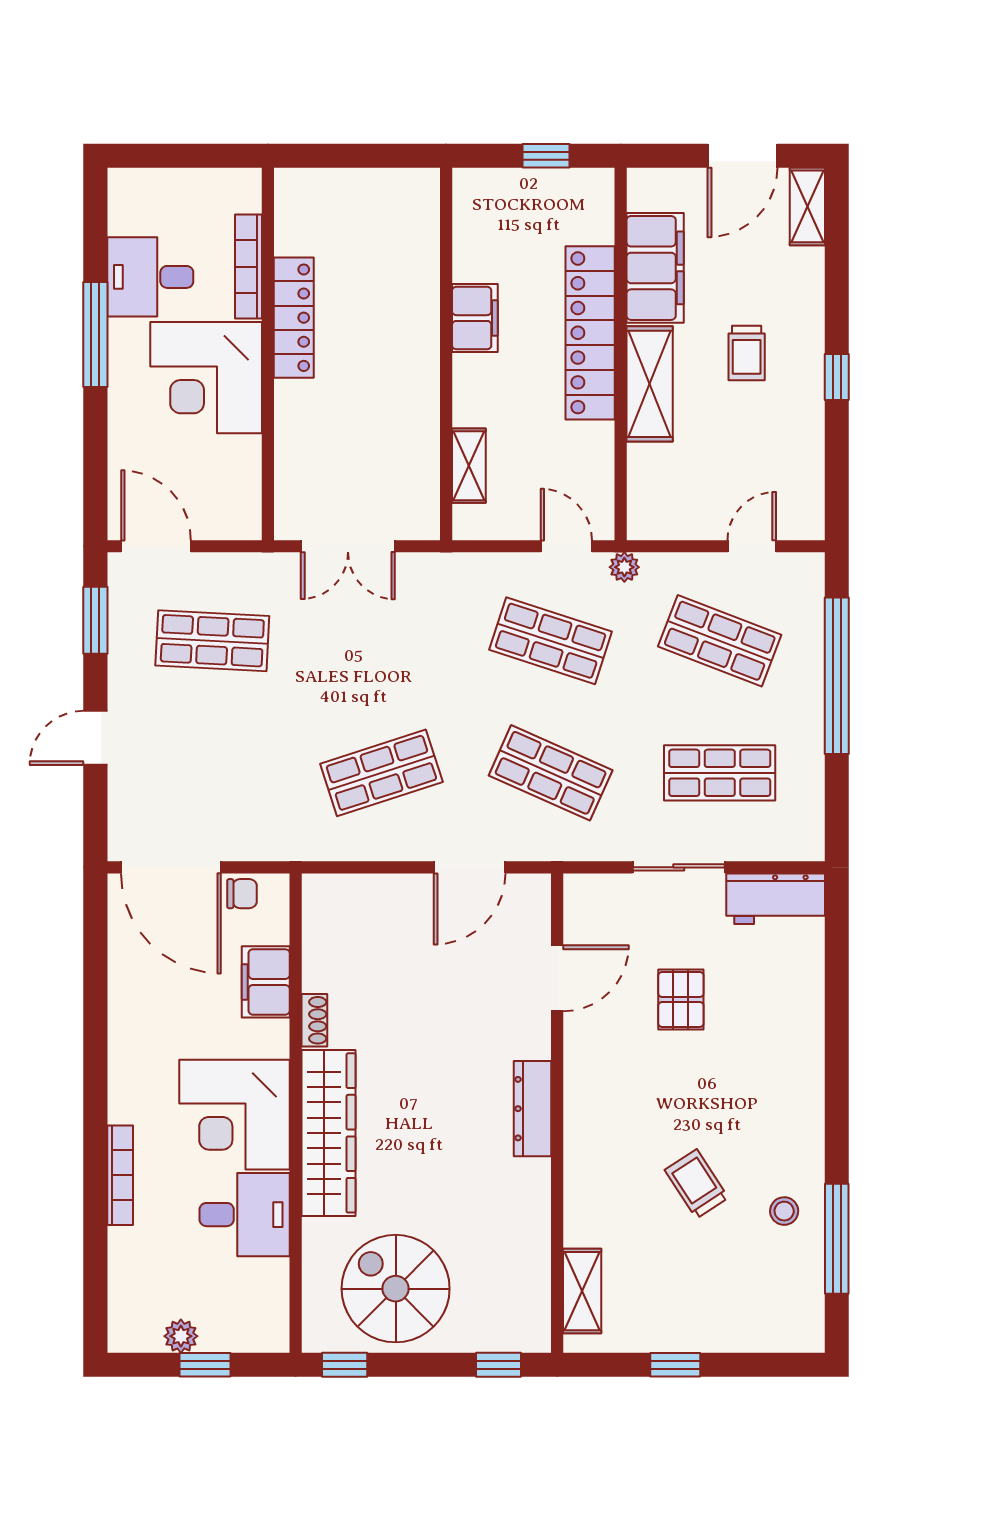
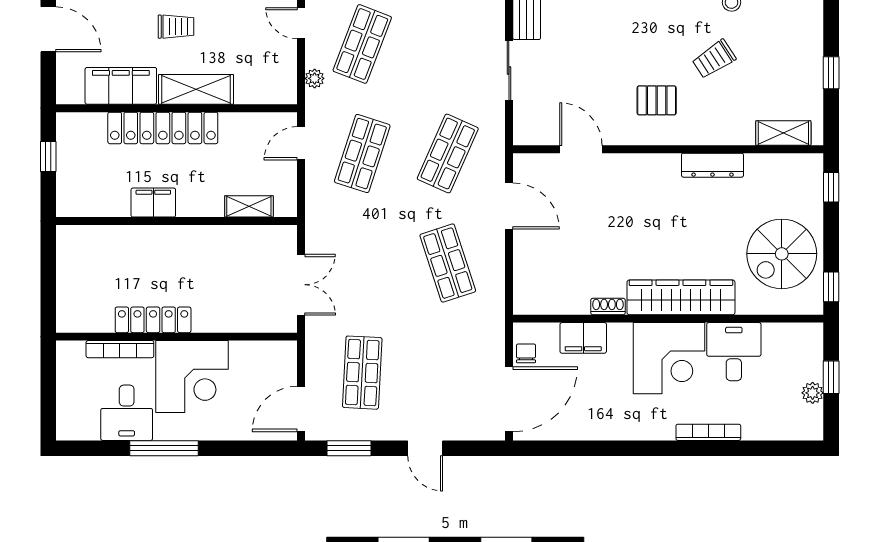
plant: (624, 567) -> (315, 78), moved
shop shelf: (720, 773) -> (448, 44), removed
pallet: (681, 1000) -> (657, 100), moved
dresser: (533, 1109) -> (712, 165), moved

